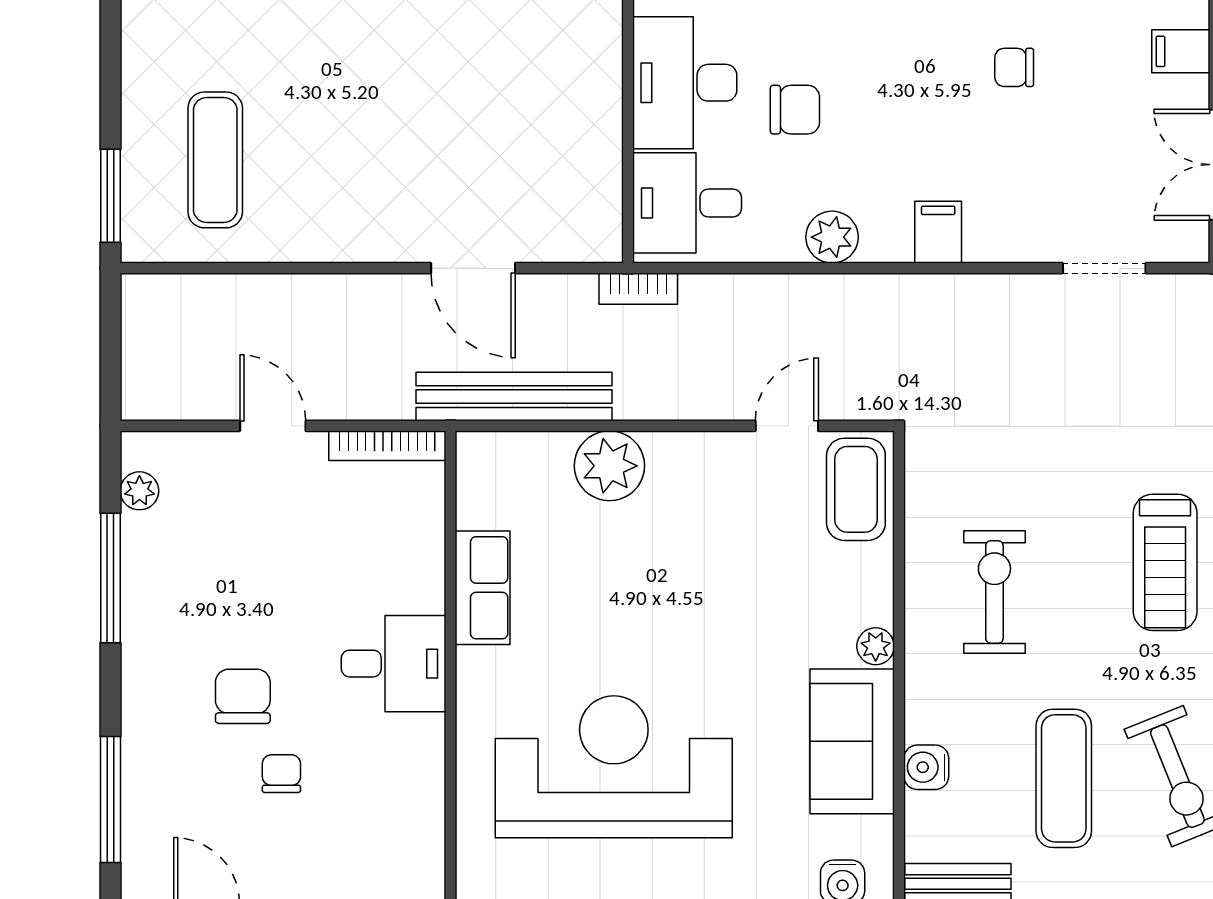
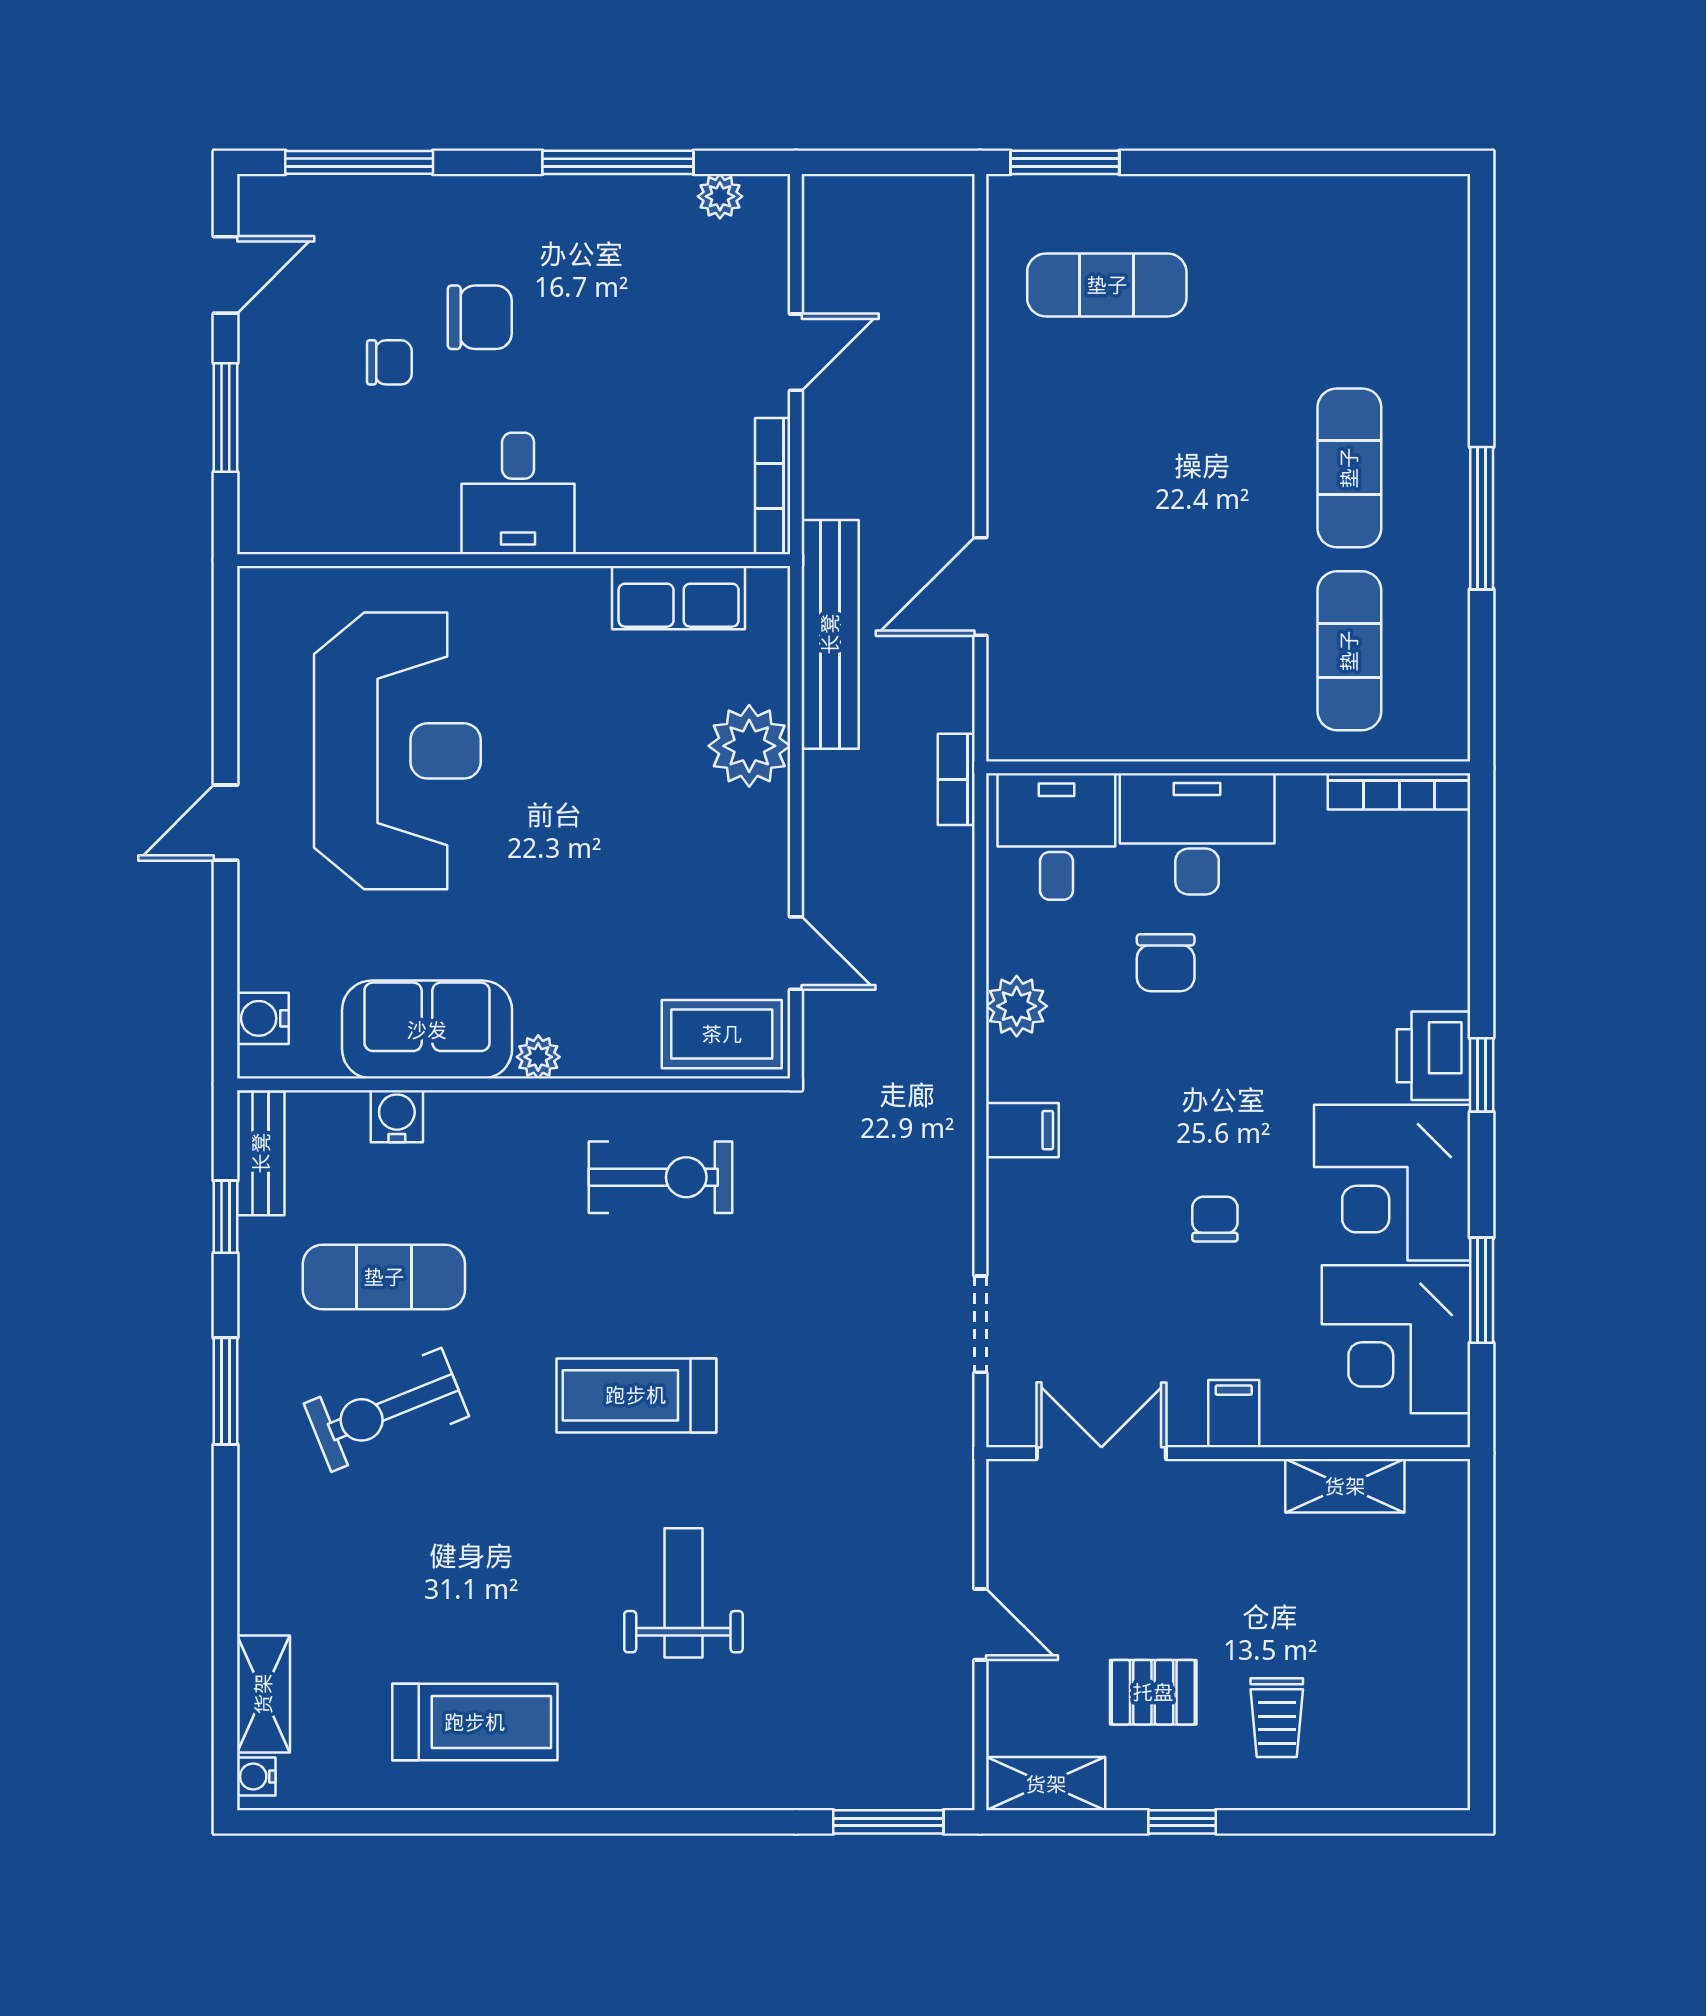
row of seats: (483, 588) -> (679, 598), moved
exercise bike: (994, 592) -> (660, 1177), moved

